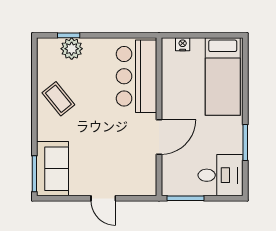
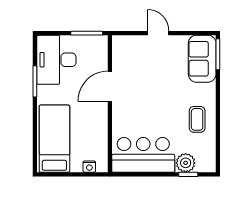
bar counter: (137, 76) -> (143, 155), moved, turned -90
coffee table: (58, 99) -> (197, 119), turned 39
desk: (221, 175) -> (56, 60), width x1.37

